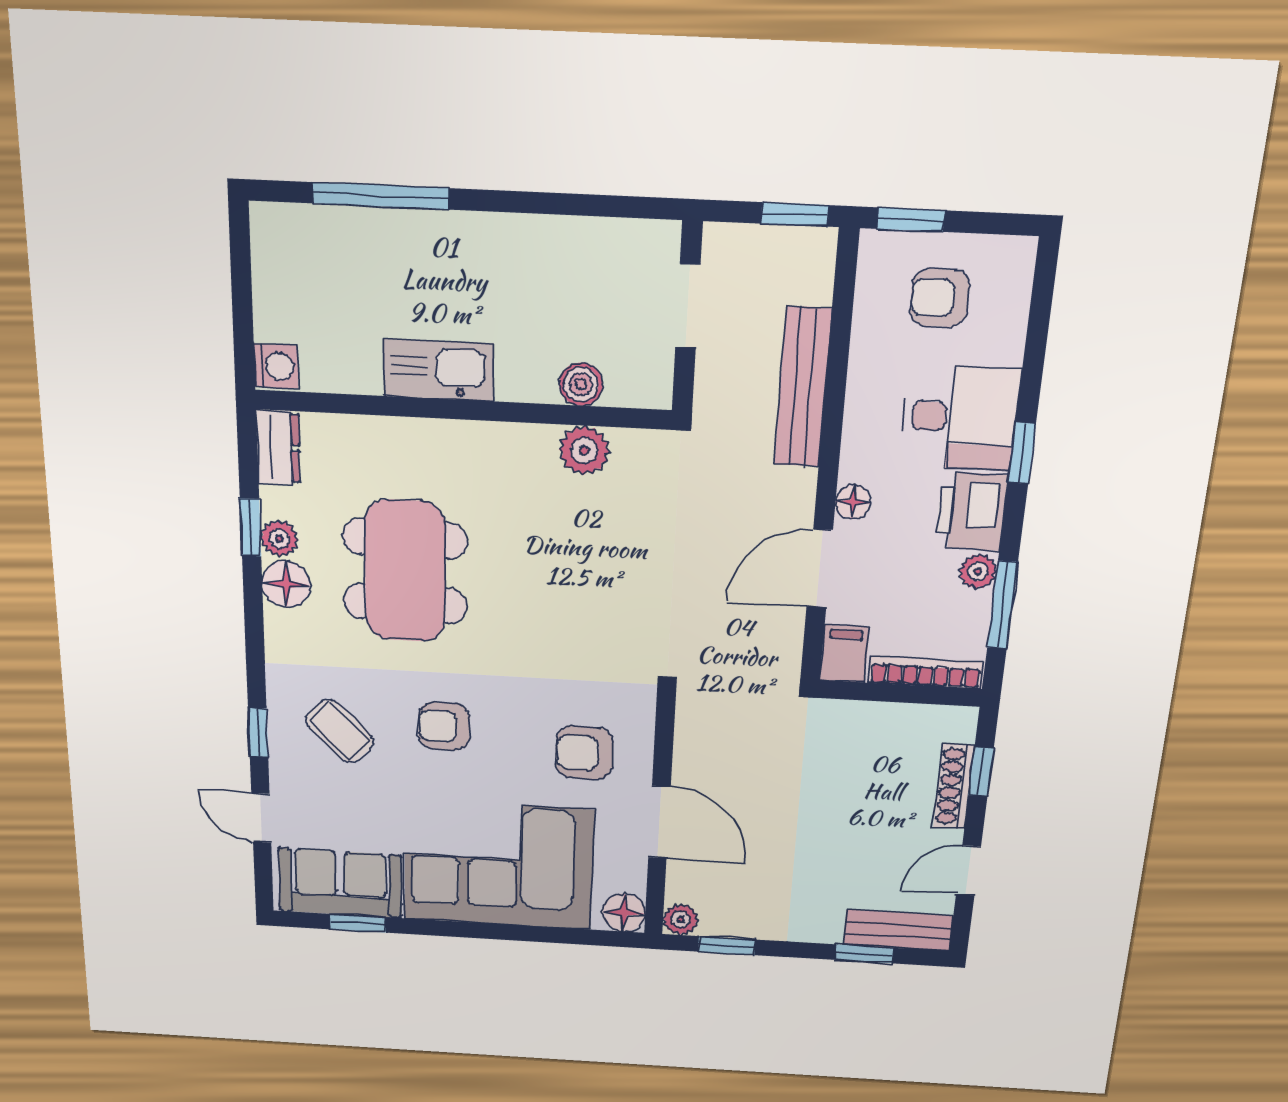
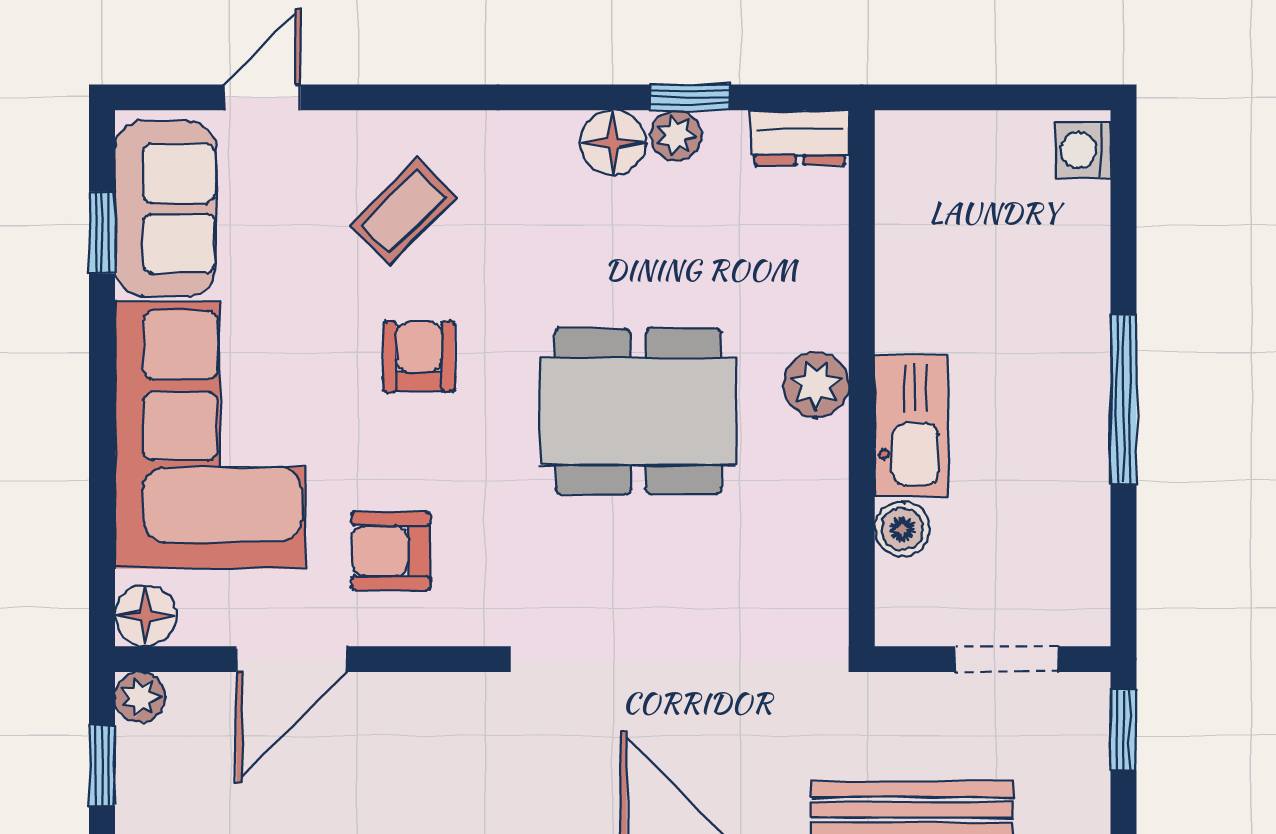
window: (381, 196) -> (1124, 399), moved
window: (795, 214) -> (1124, 730), moved
washing machine: (276, 366) -> (1083, 150), moved, turned 90
kitchen sink: (438, 370) -> (912, 426), moved
plant: (584, 450) -> (816, 385), moved
dining table: (405, 571) -> (638, 411), moved
window: (258, 732) -> (394, 97), removed
armchair: (584, 753) -> (391, 551), turned -90

